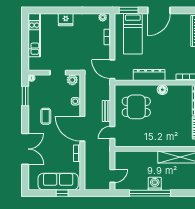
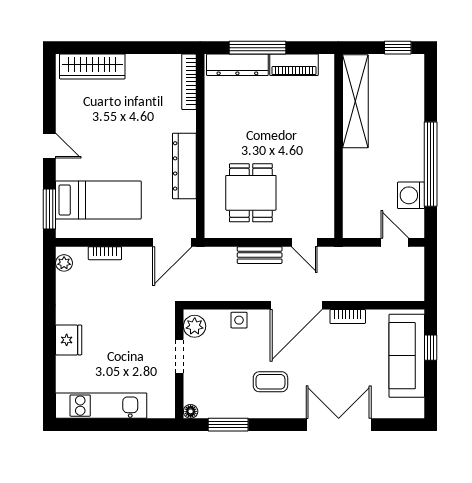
door: (159, 10) -> (49, 146), width x0.53
floor lamp: (162, 90) -> (215, 138), removed
washing machine: (155, 184) -> (411, 195), moved

